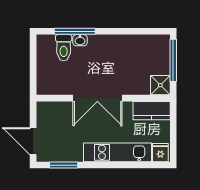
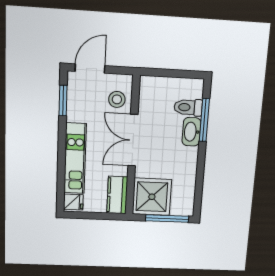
washbasin: (80, 40) -> (191, 132), width x1.91, depth x1.45
shower: (160, 85) -> (152, 197), width x1.86, depth x1.86
stool: (60, 115) -> (117, 99), added

